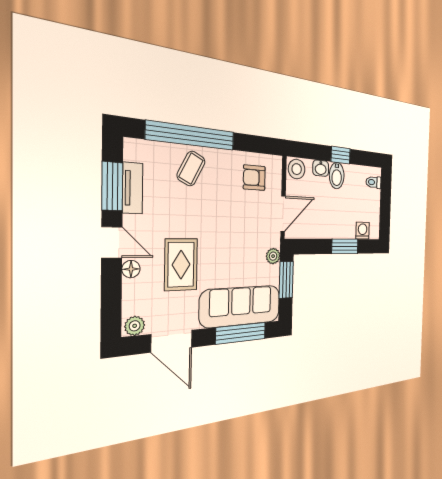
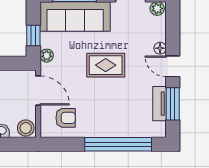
coffee table: (191, 169) -> (118, 121), removed
door: (283, 214) -> (38, 90), swing flipped
rug: (181, 265) -> (106, 65), moved, turned 90
window: (286, 280) -> (33, 36), width x0.67

